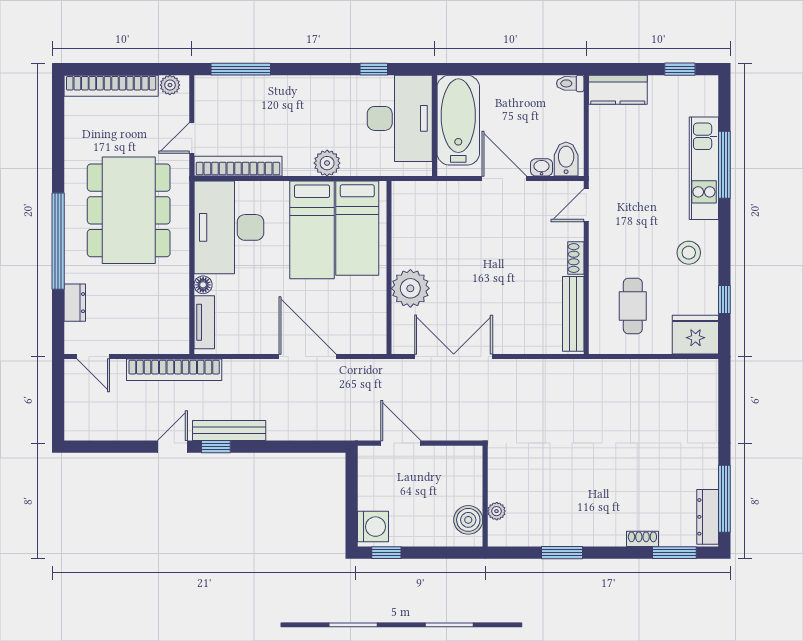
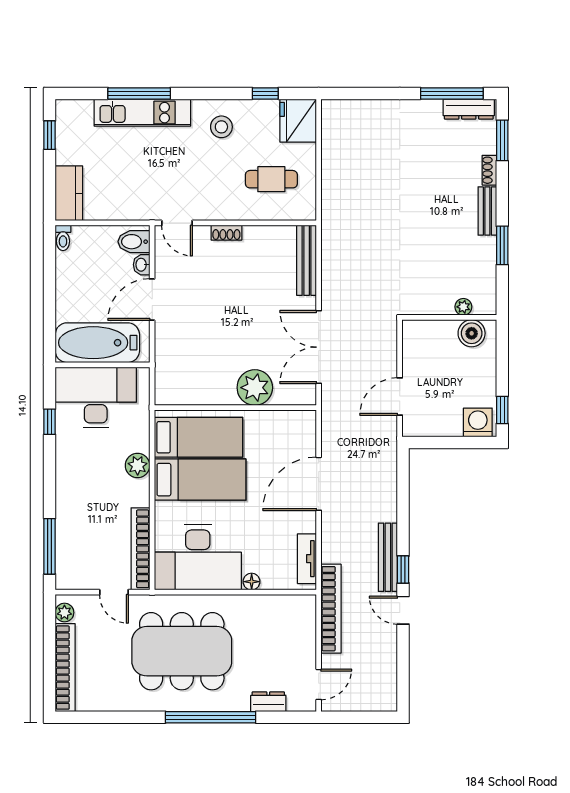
bench: (573, 314) -> (307, 260), moved, turned 90
tv unit: (204, 322) -> (307, 559), moved, turned -90
bench: (599, 537) -> (487, 211), added

